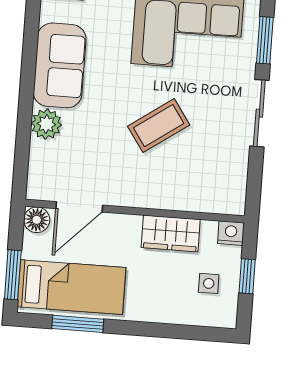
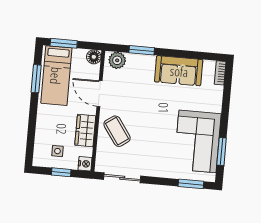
sliding door: (259, 113) -> (122, 178), moved
plant: (46, 124) -> (117, 60), moved
coffee table: (159, 126) -> (117, 131), moved
window: (23, 133) -> (142, 50), added
door: (79, 207) -> (99, 94), moved

